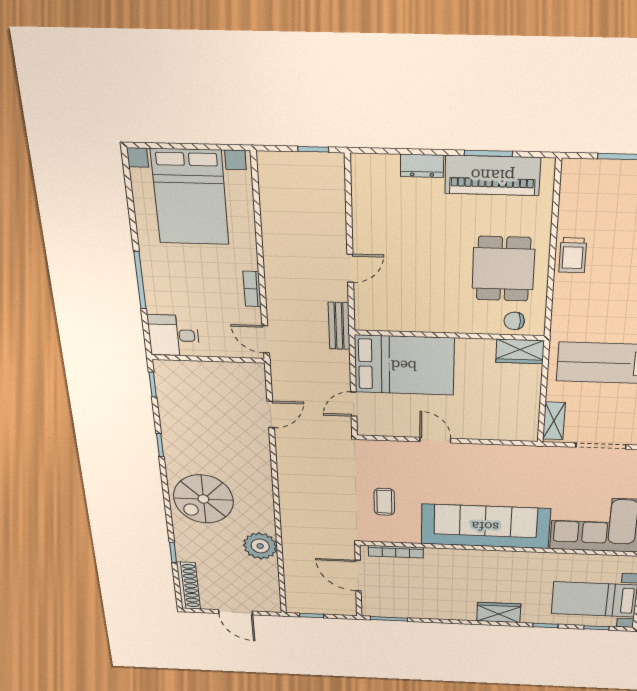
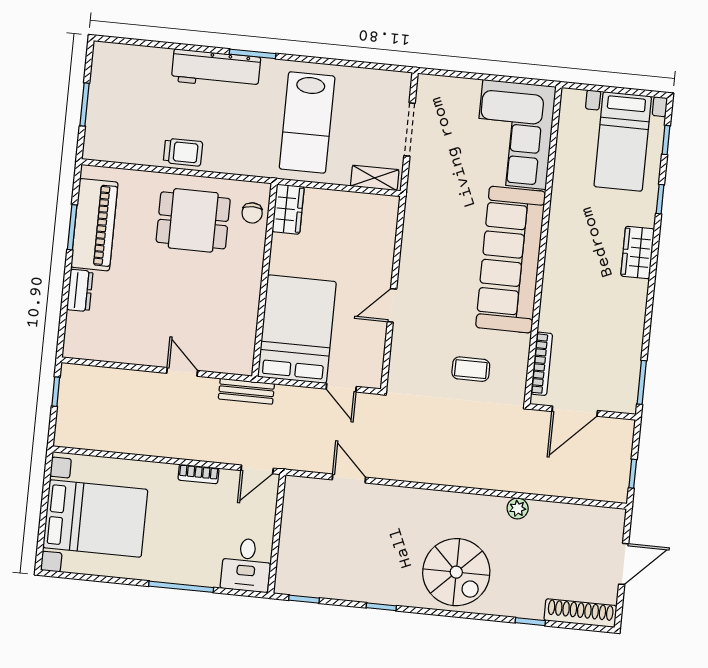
plant: (260, 546) -> (518, 508), width x0.53, depth x0.53

